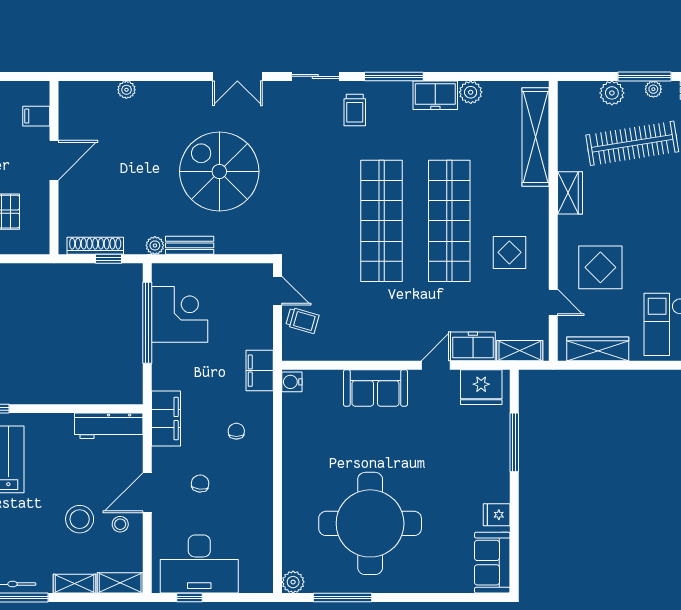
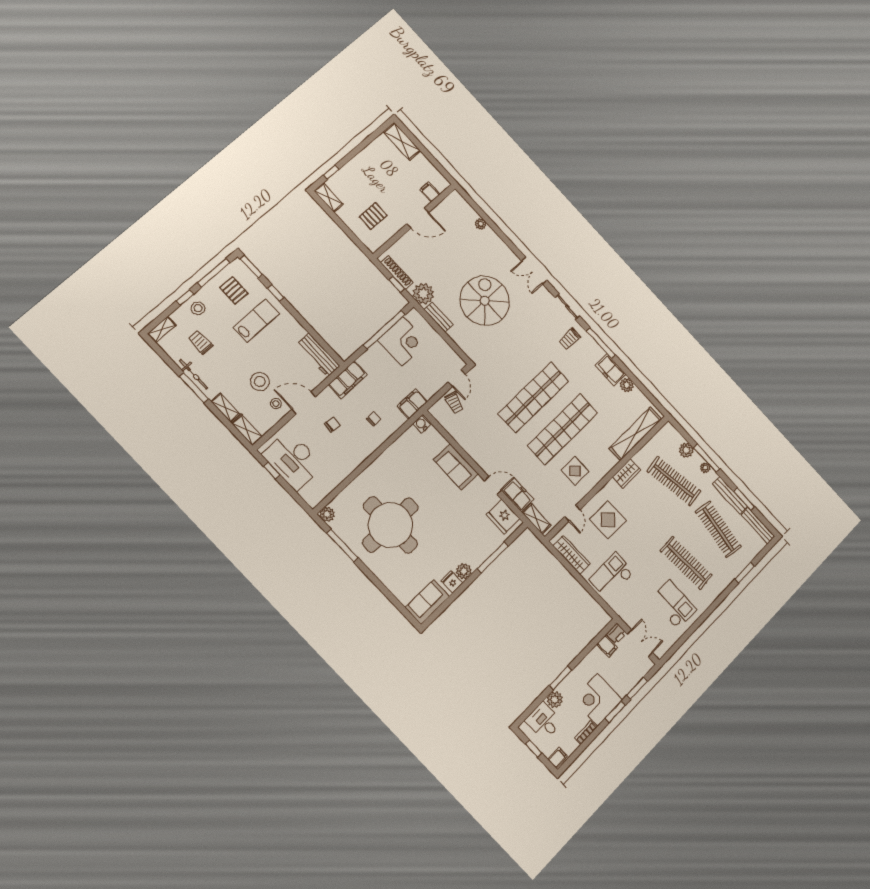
plant: (155, 245) -> (423, 294), width x1.88, depth x1.88
plant: (498, 490) -> (464, 571), added

